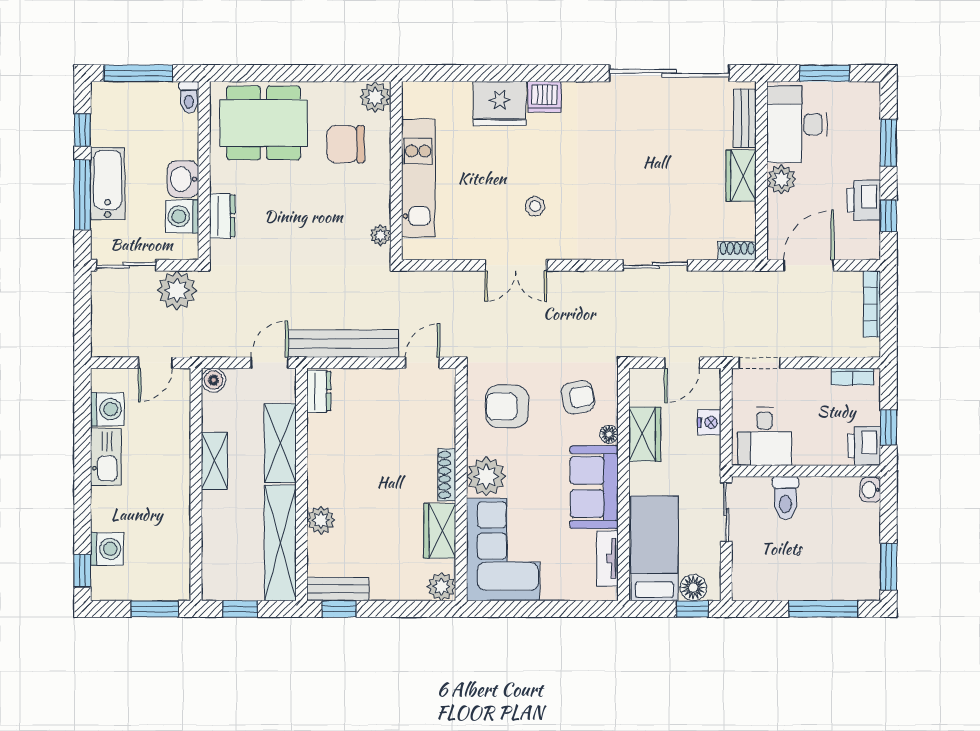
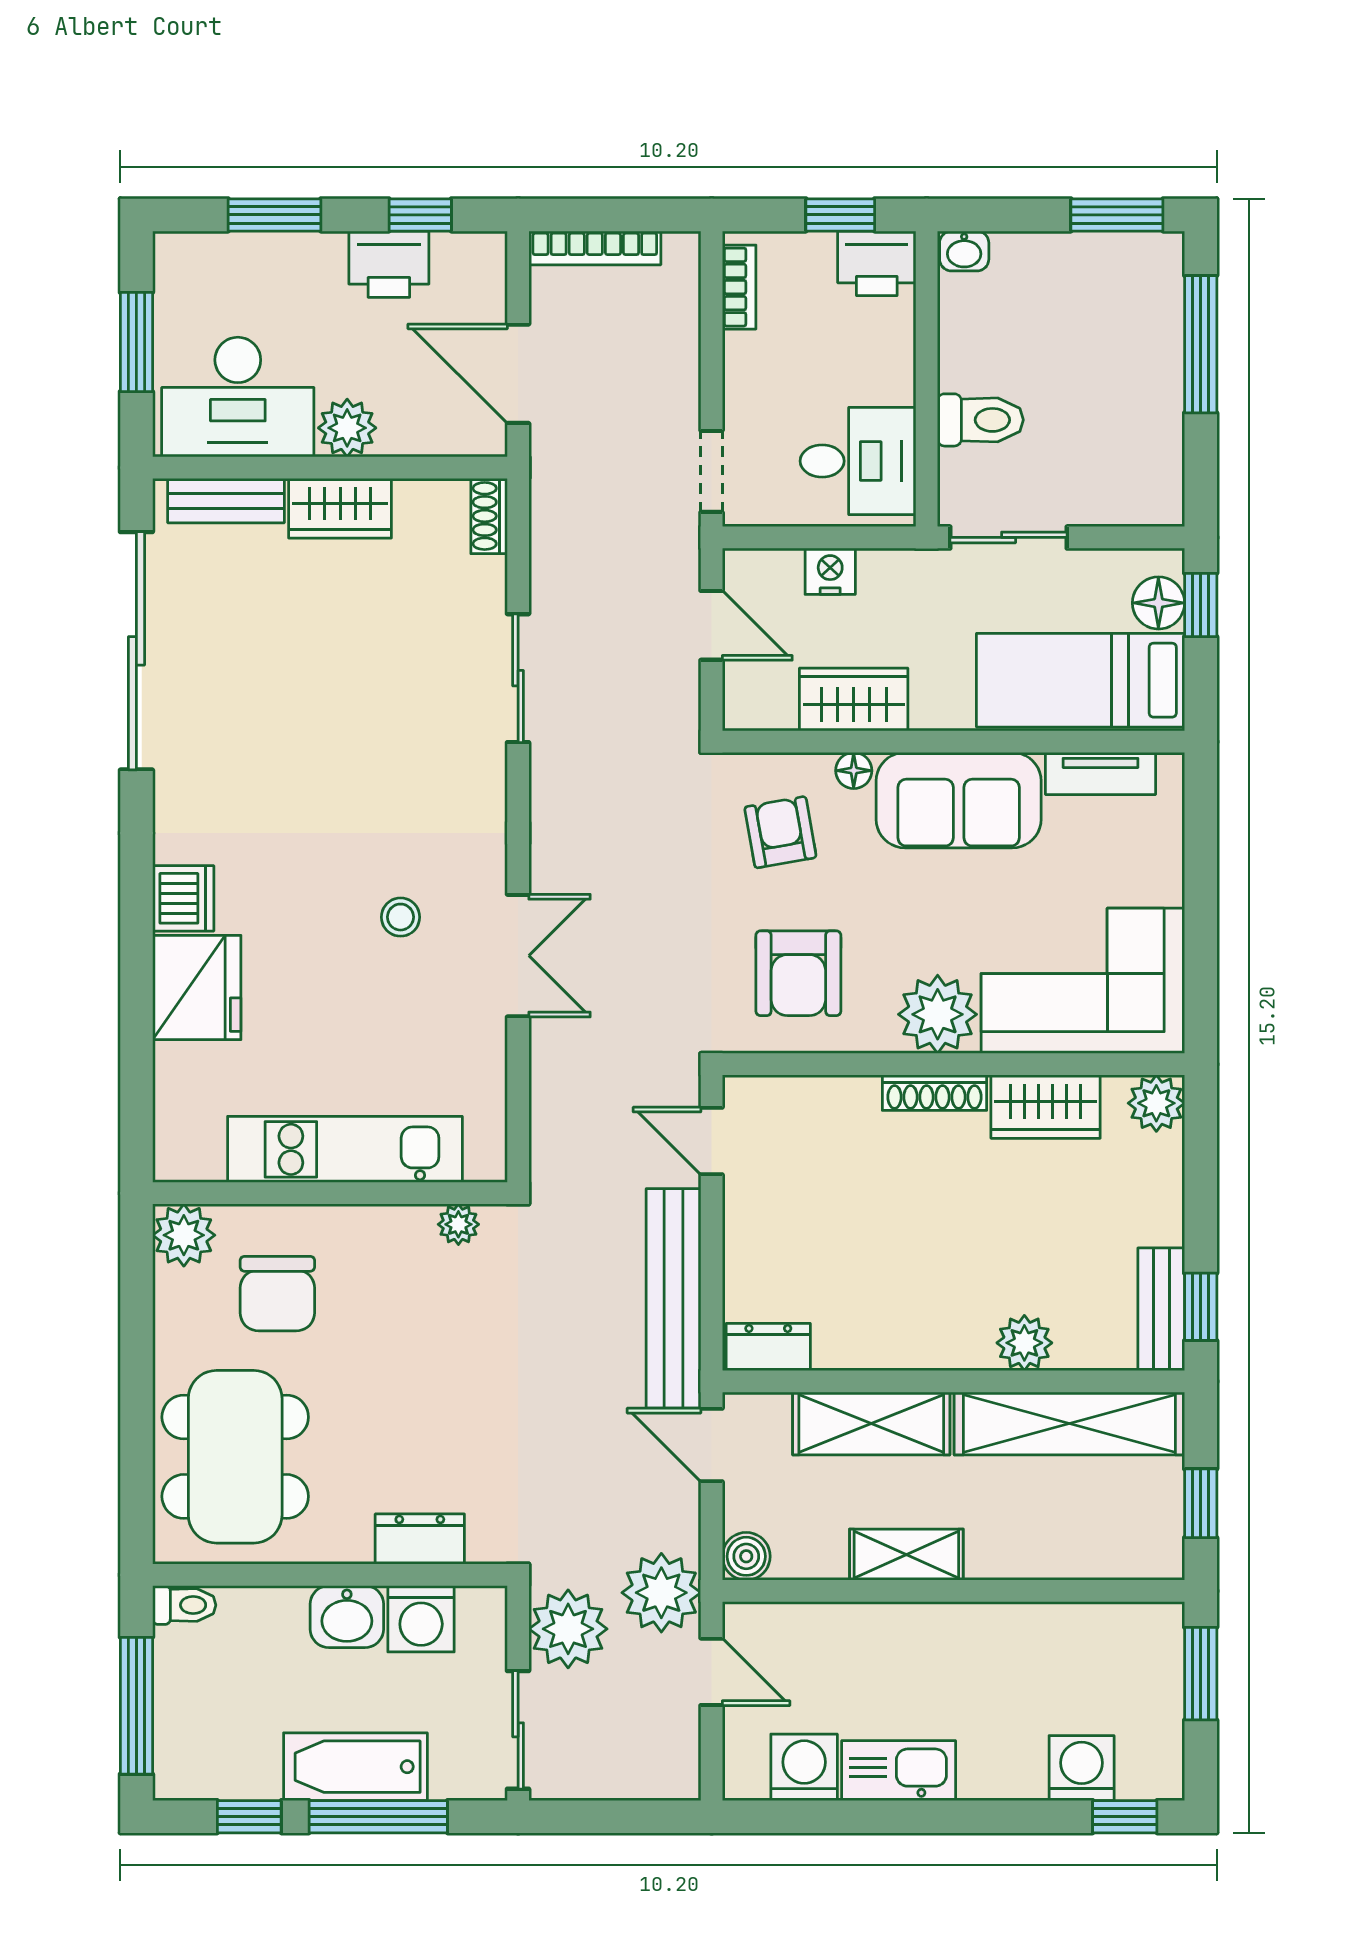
plant: (195, 337) -> (661, 1593), added

